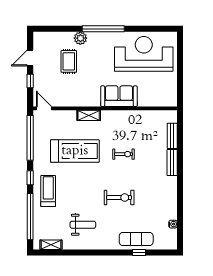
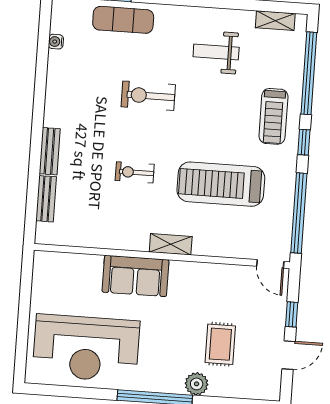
shelving: (89, 115) -> (171, 244), moved

